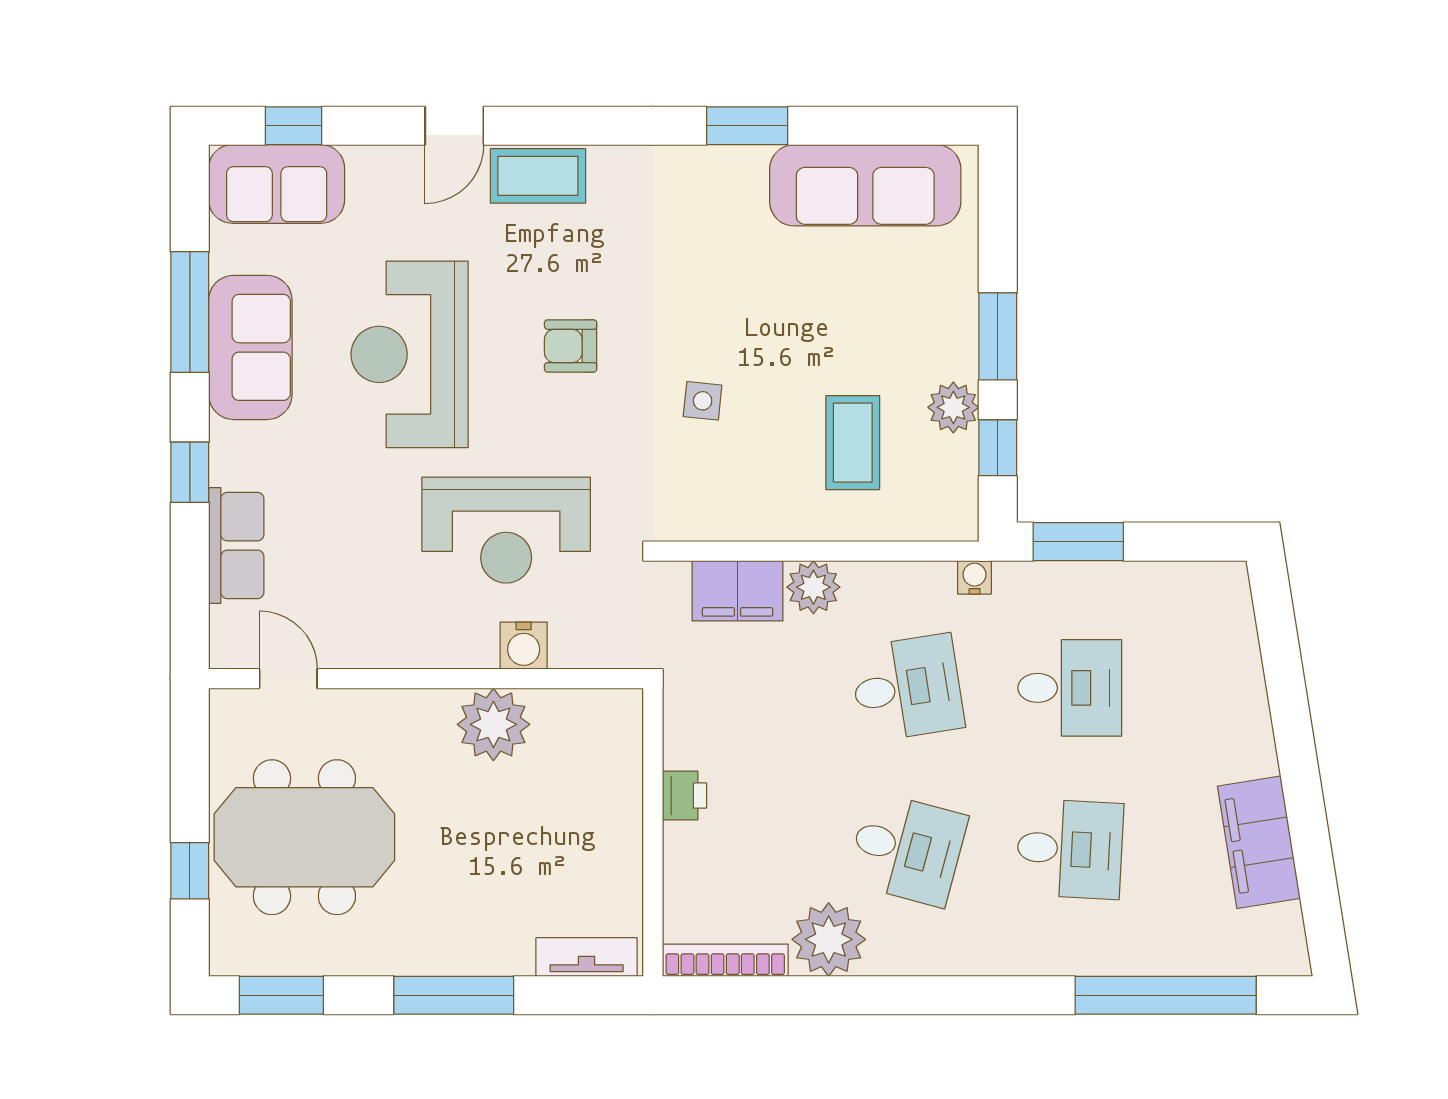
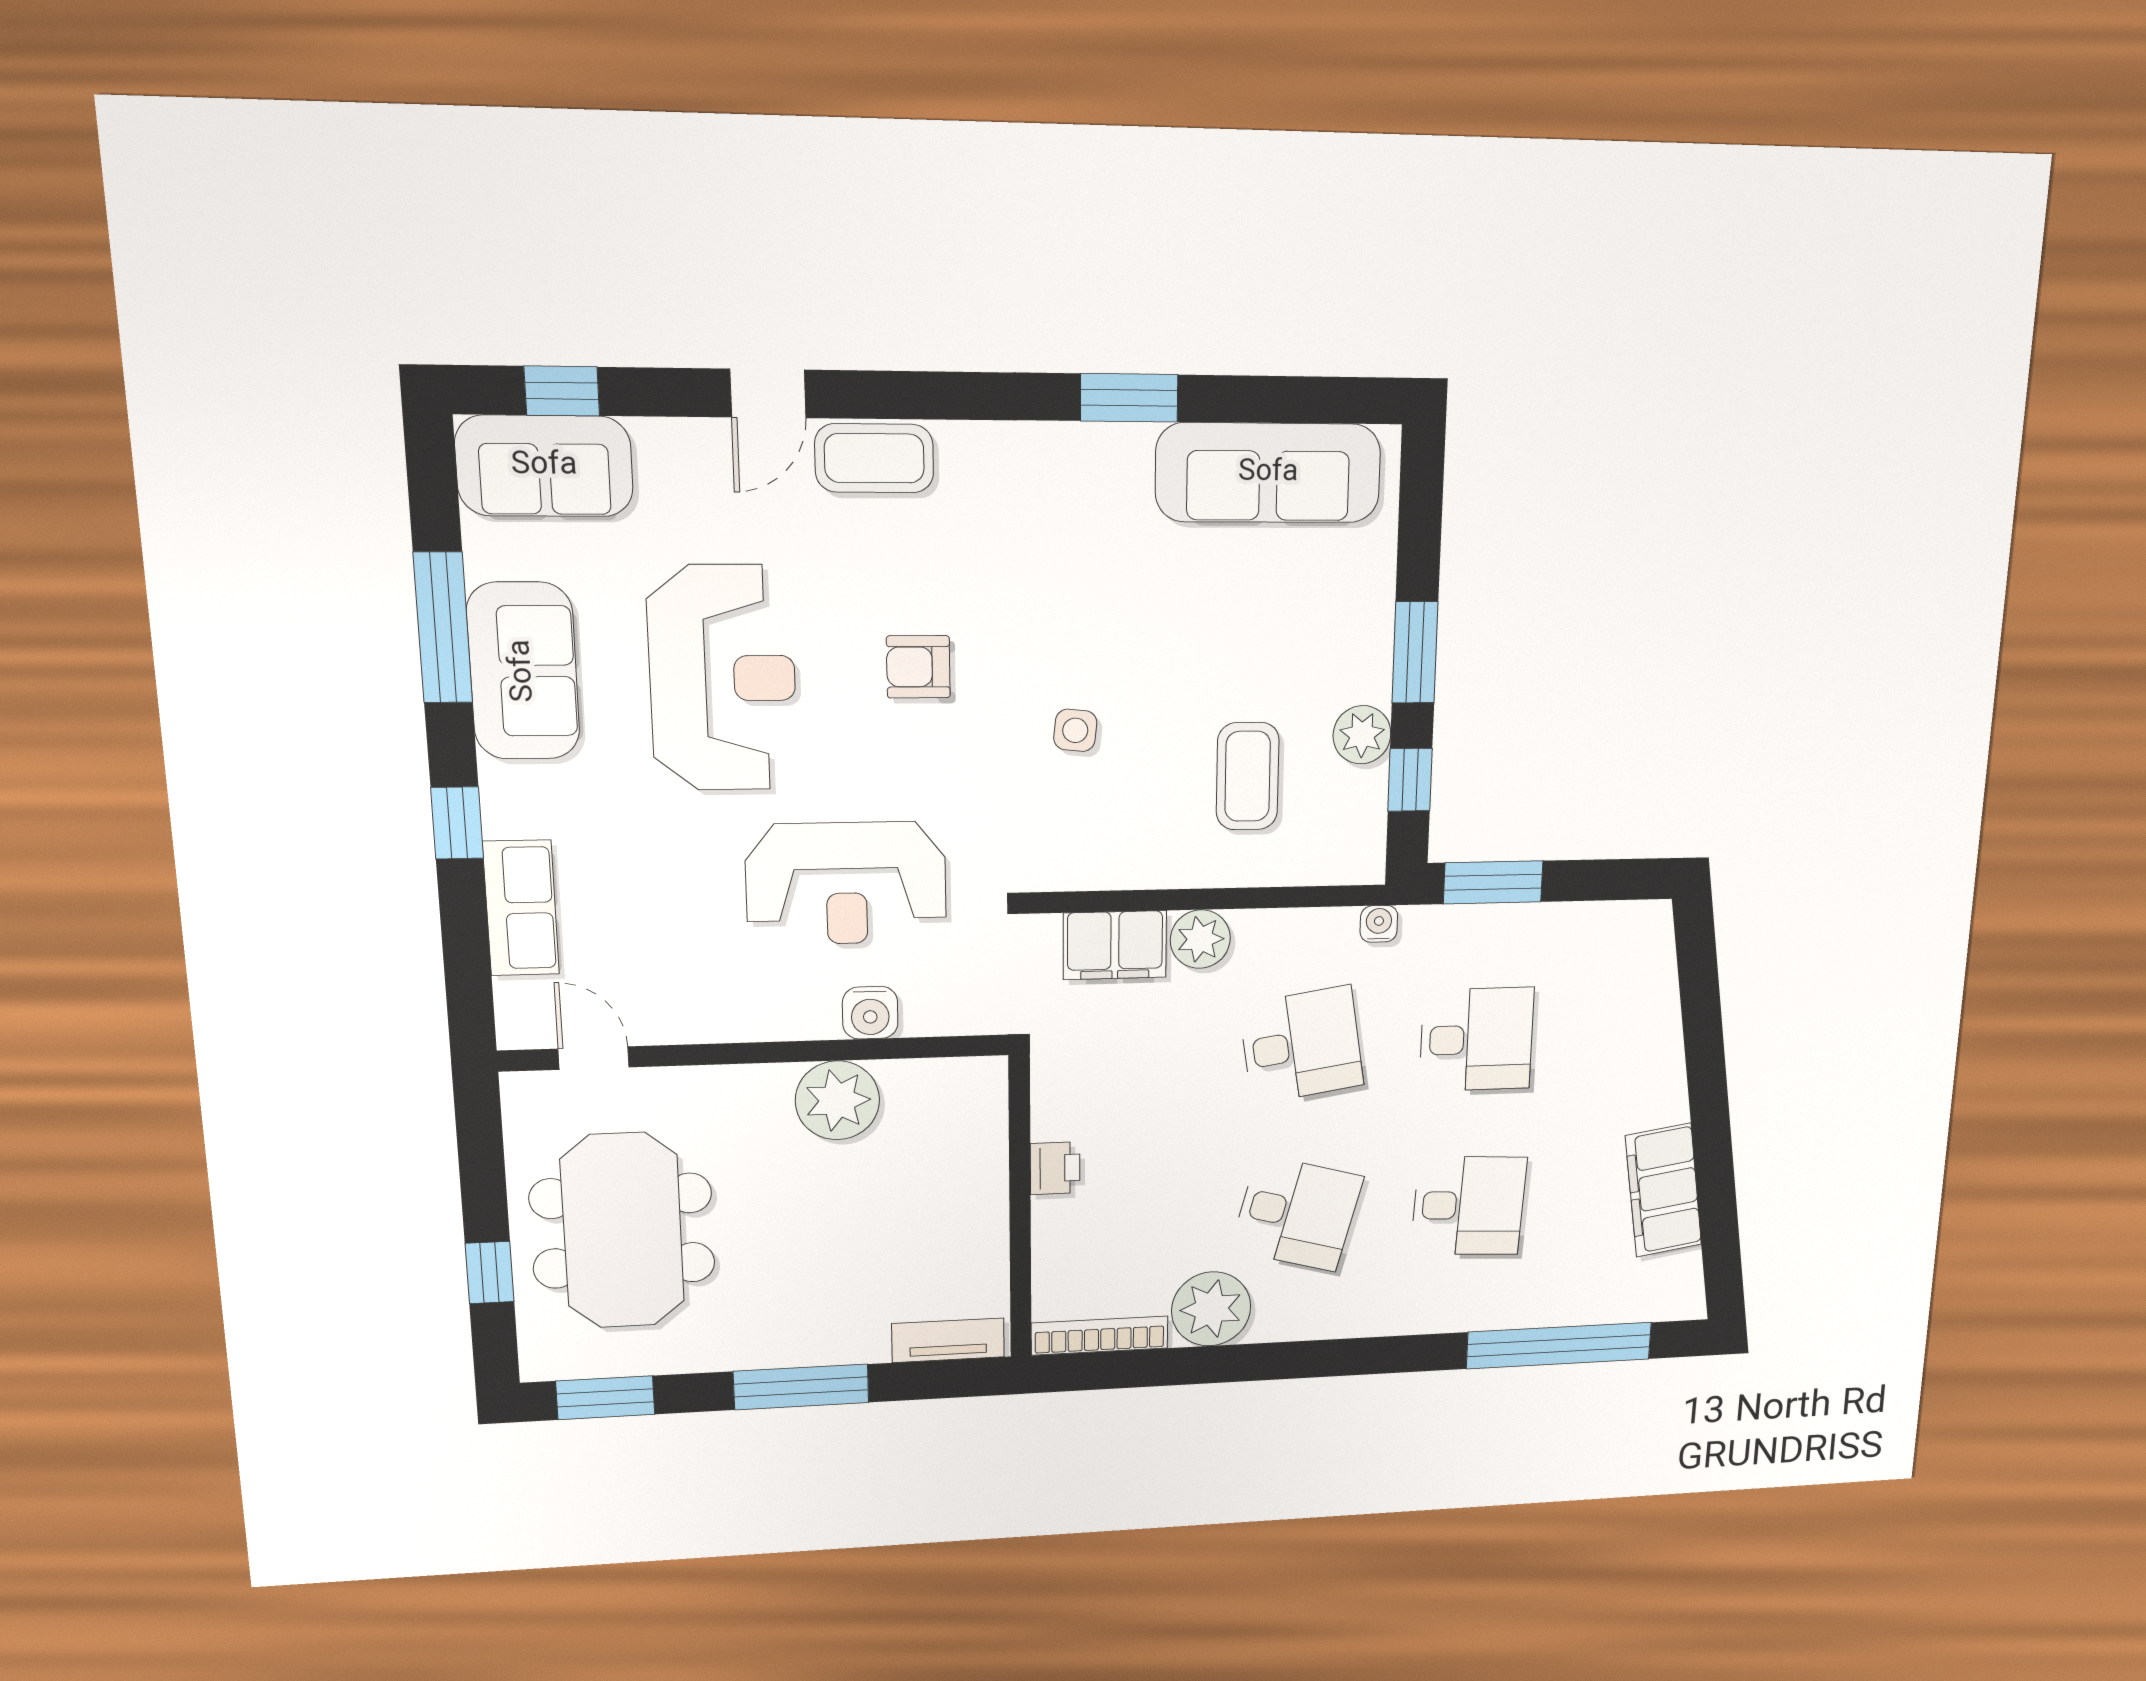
reception desk: (410, 354) -> (723, 678), turned 180
meeting table: (304, 837) -> (623, 1231), turned 90

